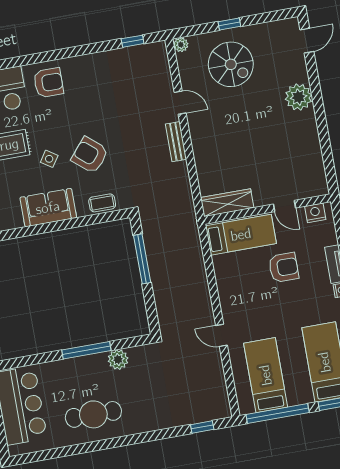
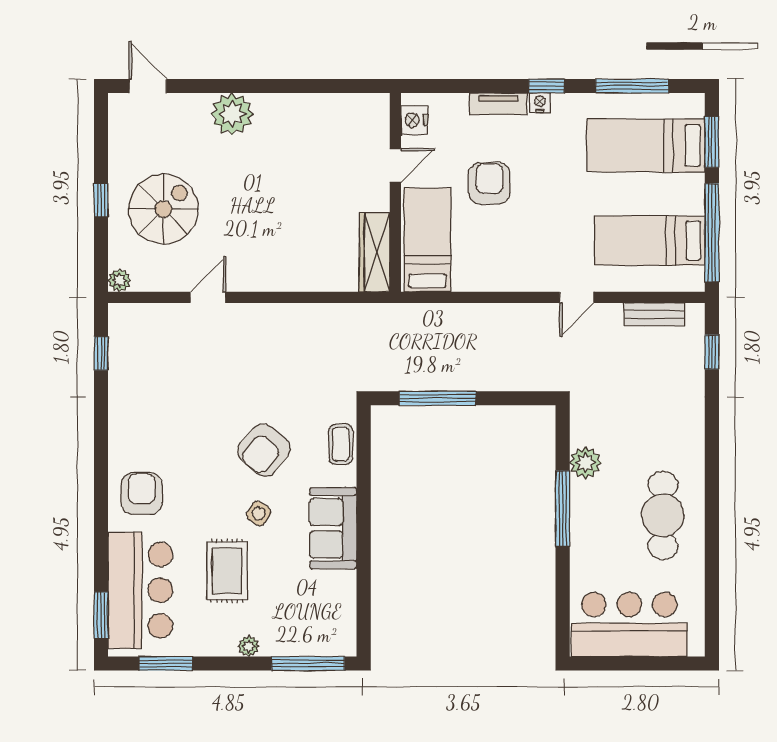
bench: (176, 142) -> (654, 314), moved

